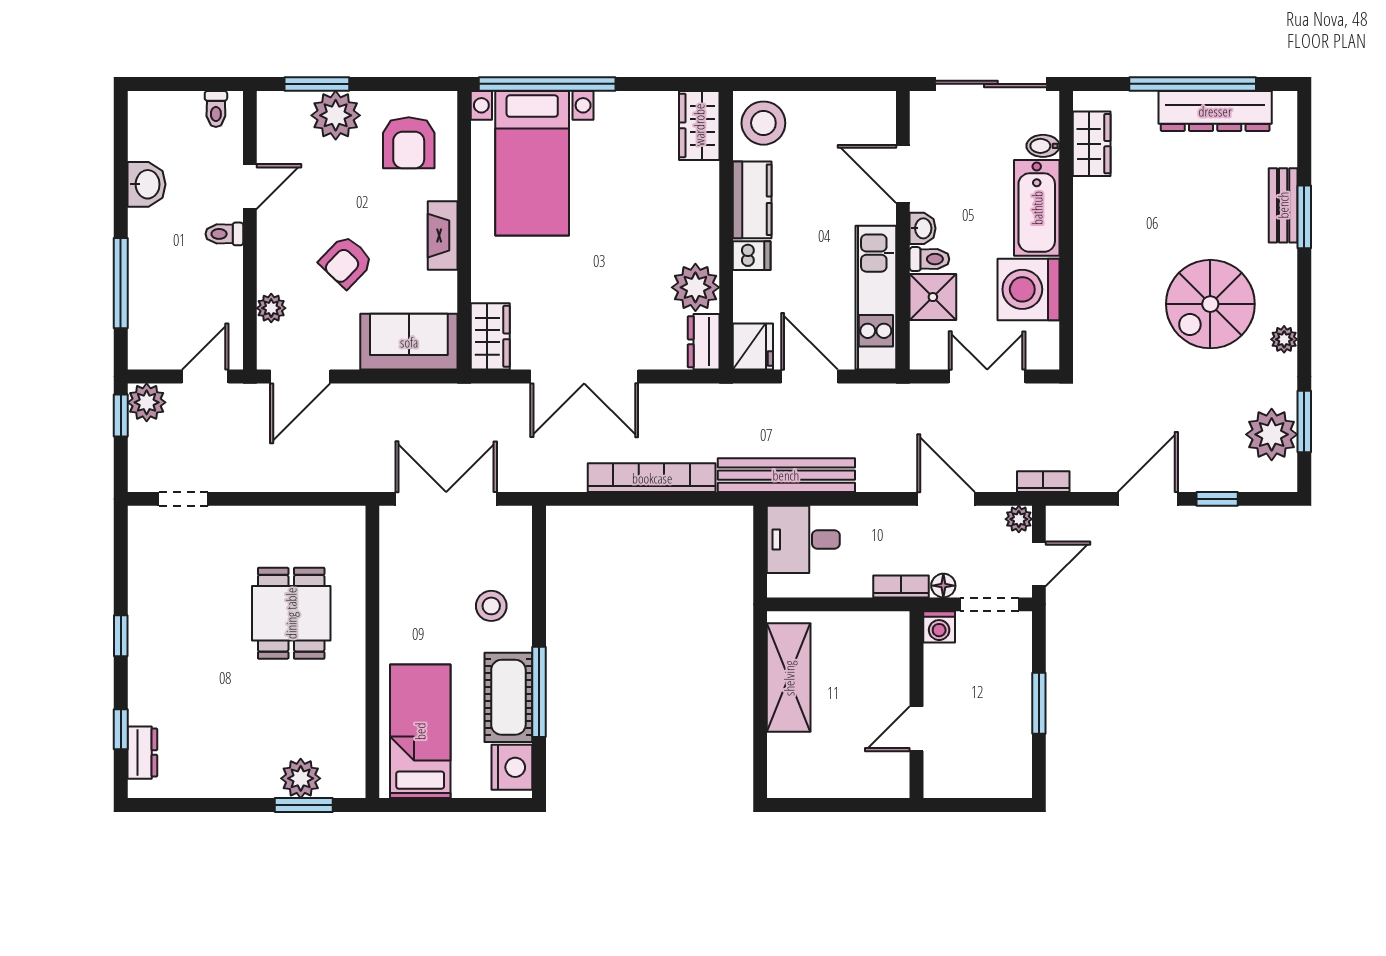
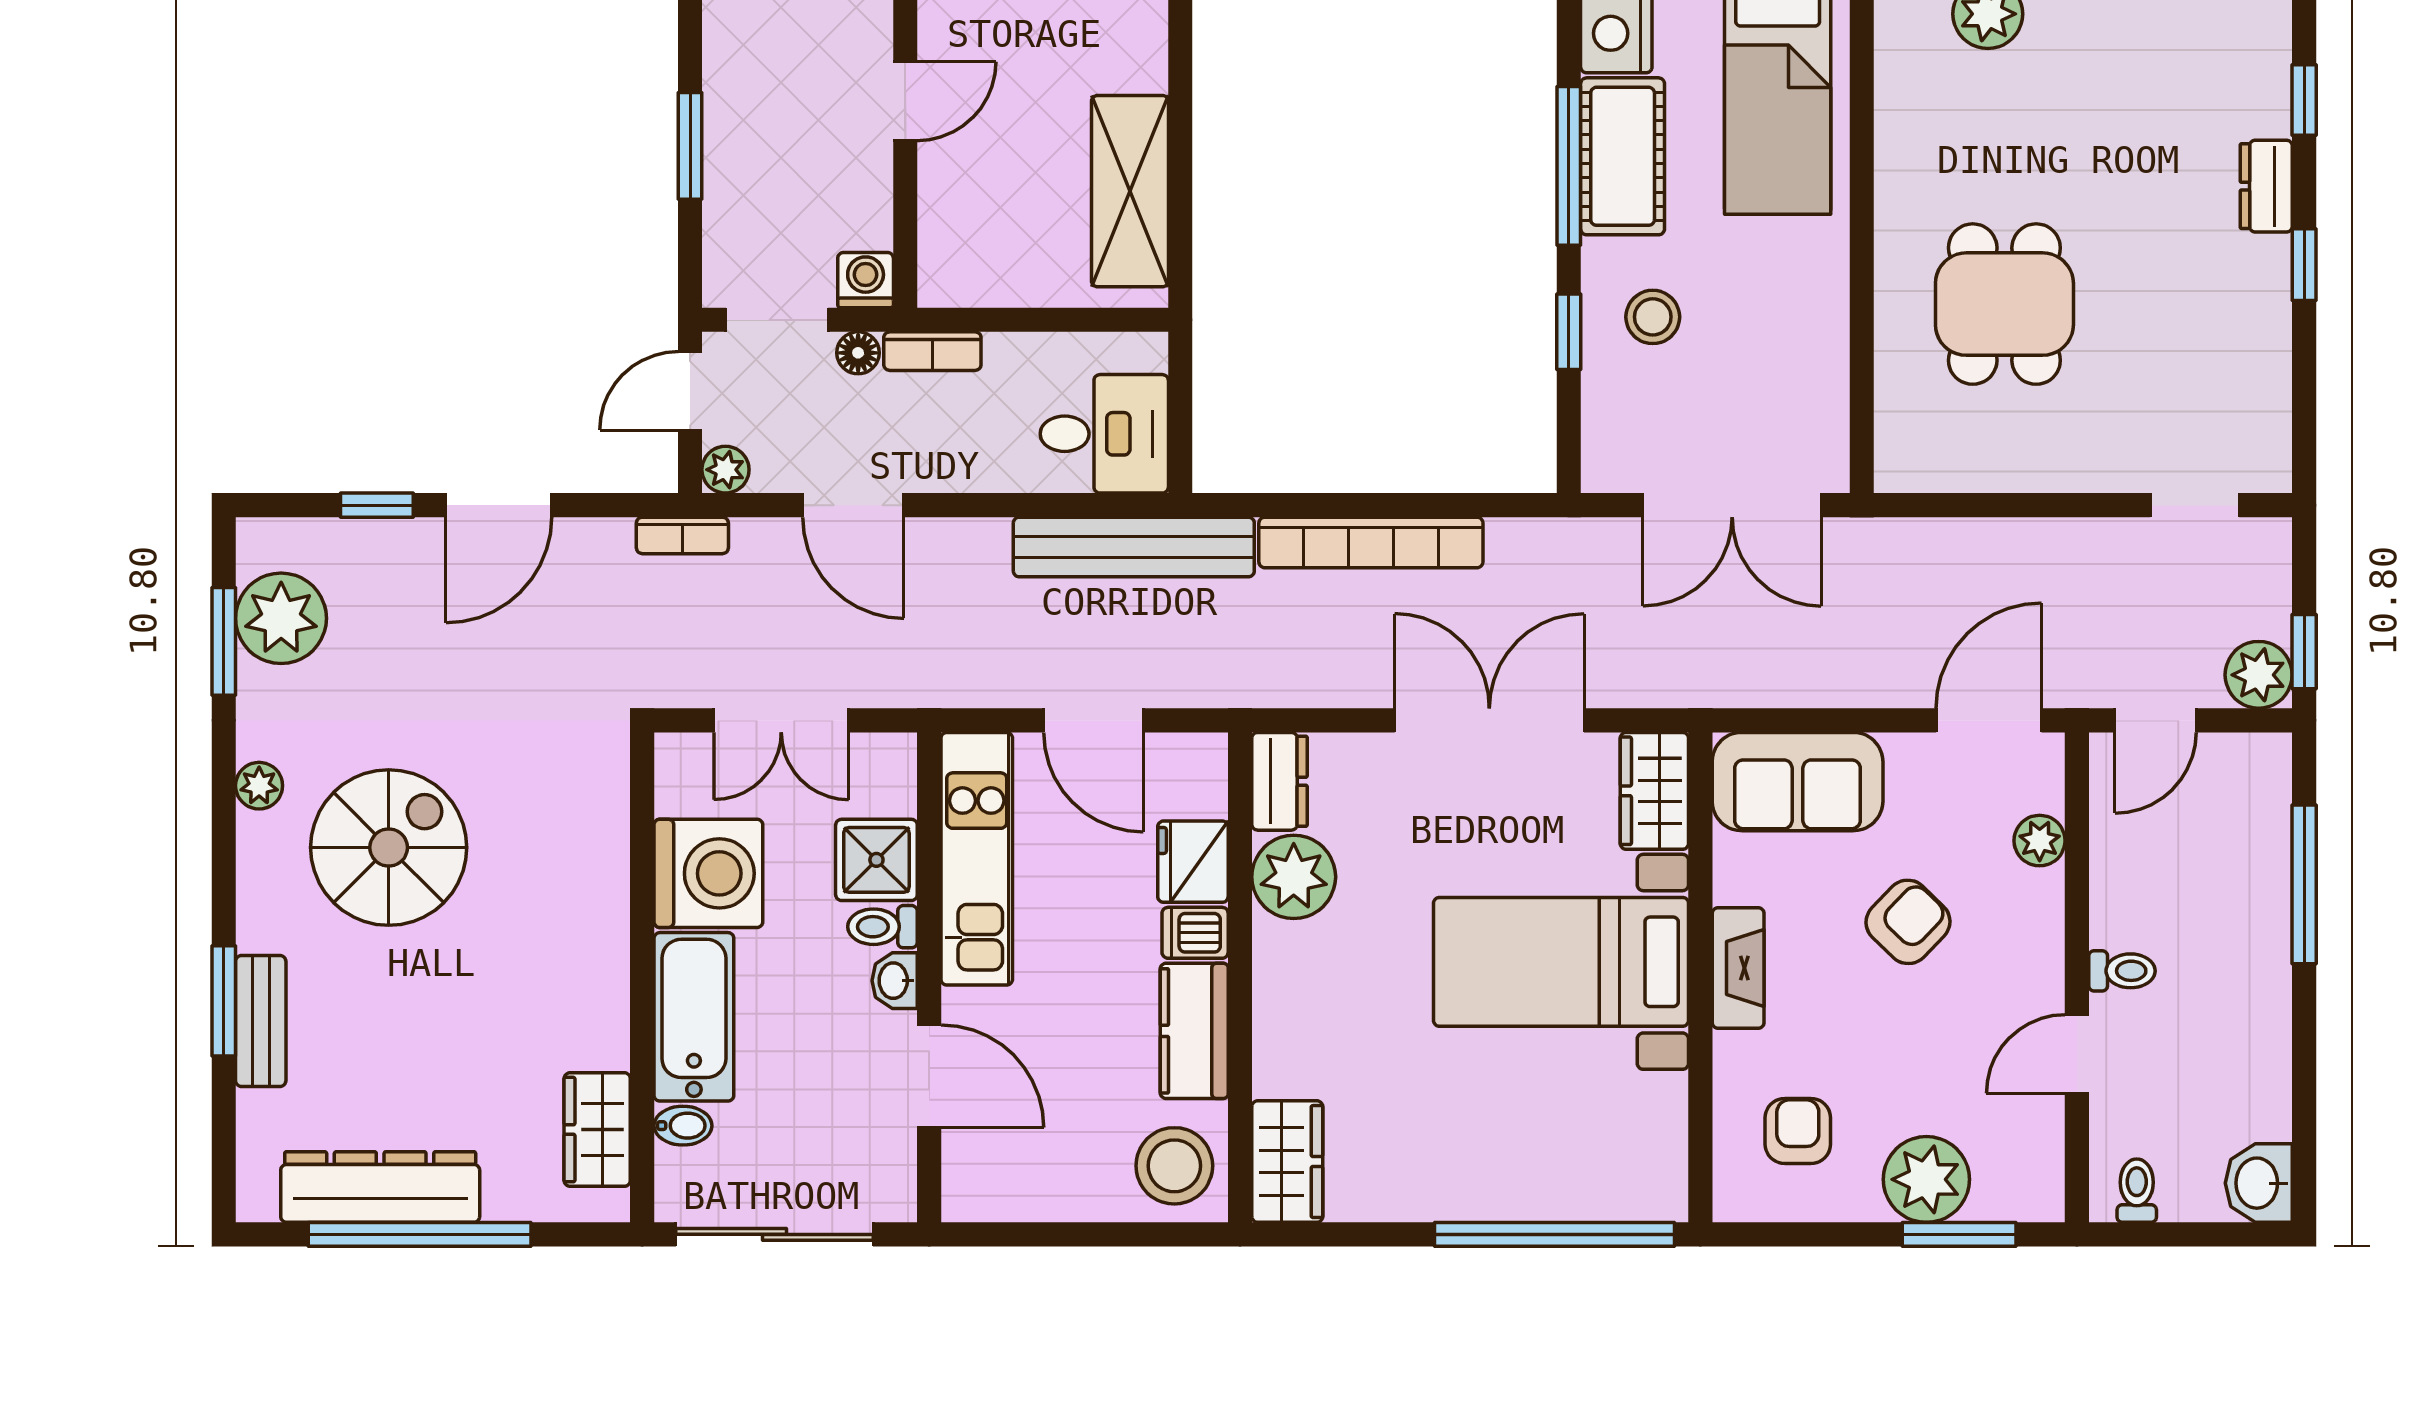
armchair: (409, 143) -> (1798, 1131), width x0.72, depth x0.72
bed with nightstands: (532, 163) -> (1561, 962), moved, turned -90
washbasin: (146, 184) -> (2259, 1183), moved
fridge: (753, 346) -> (1193, 862), moved
window: (539, 598) -> (1569, 332), added
dresser: (142, 753) -> (2266, 186), moved

